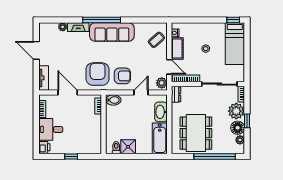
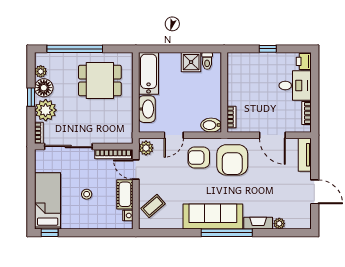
dresser: (176, 94) -> (127, 133), removed
dining table: (196, 133) -> (100, 81), width x0.73

